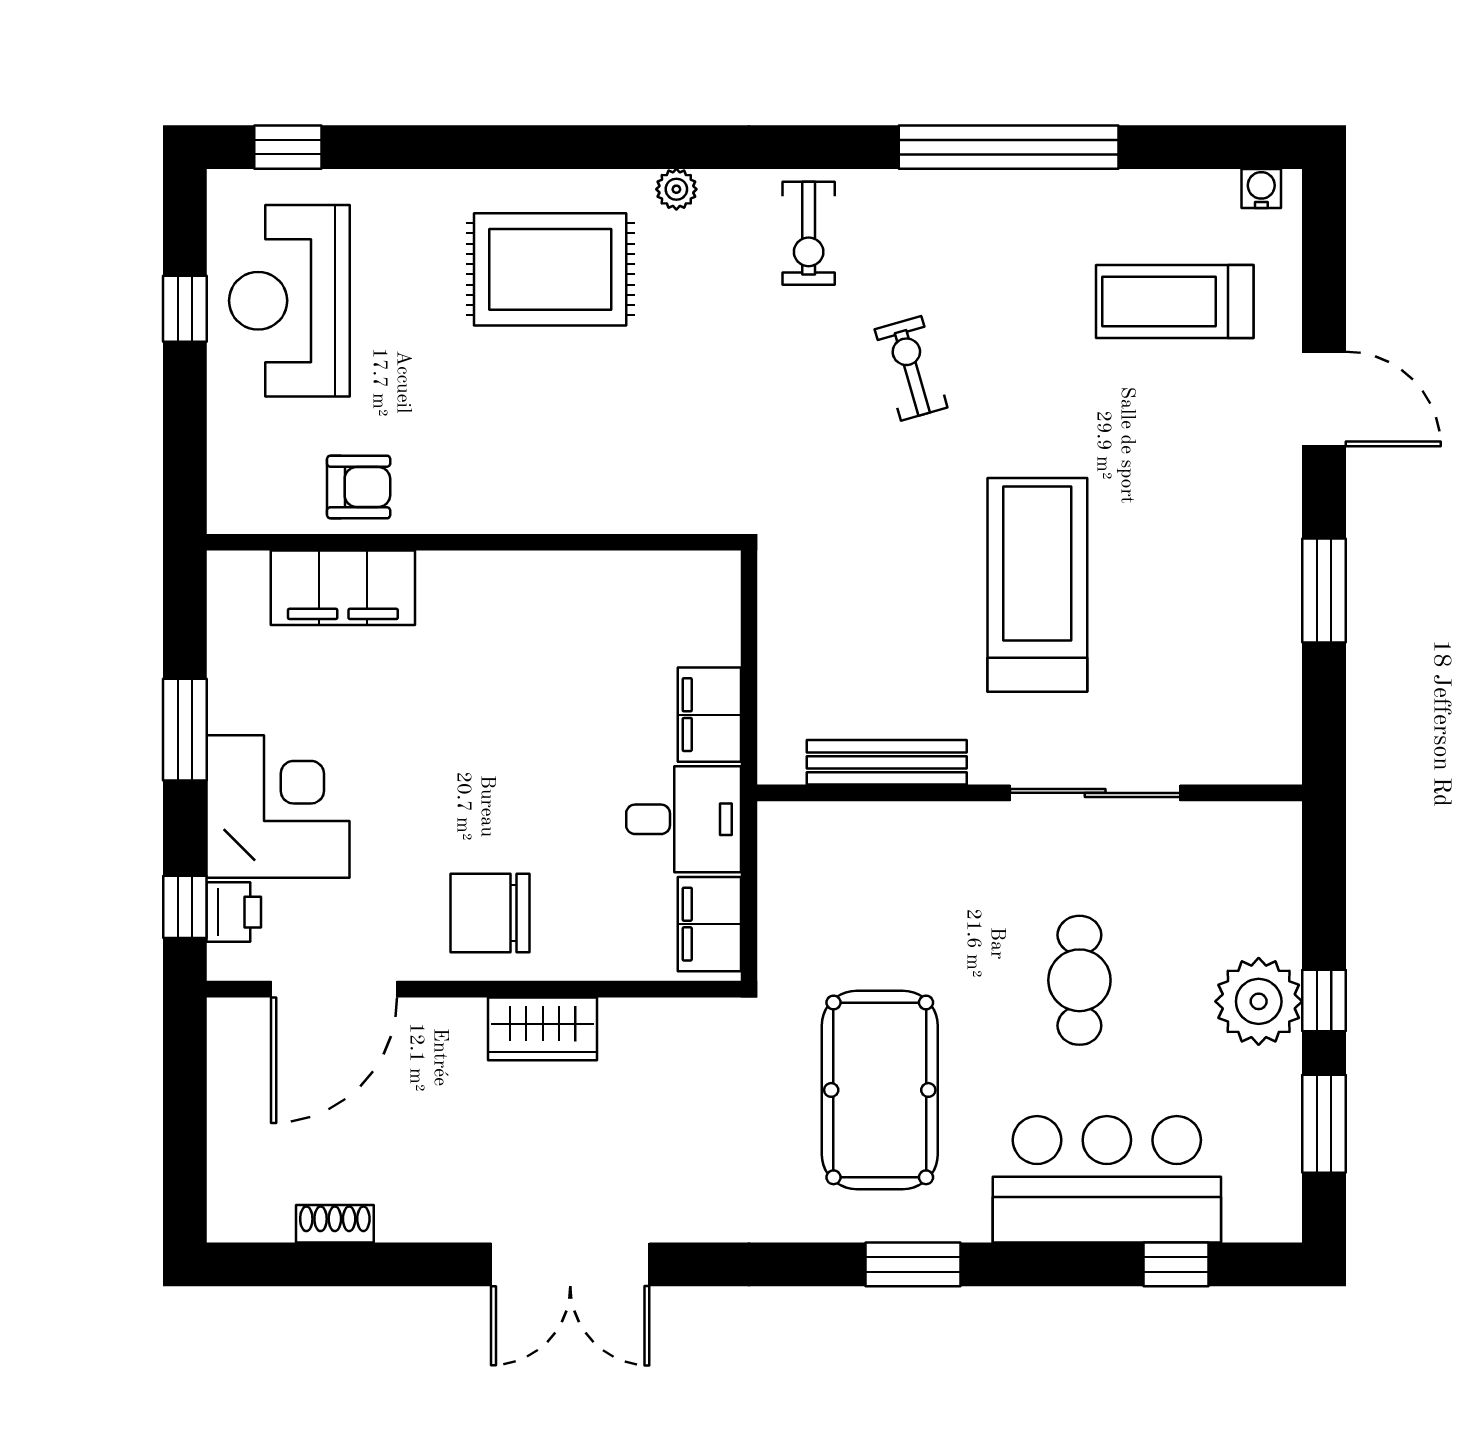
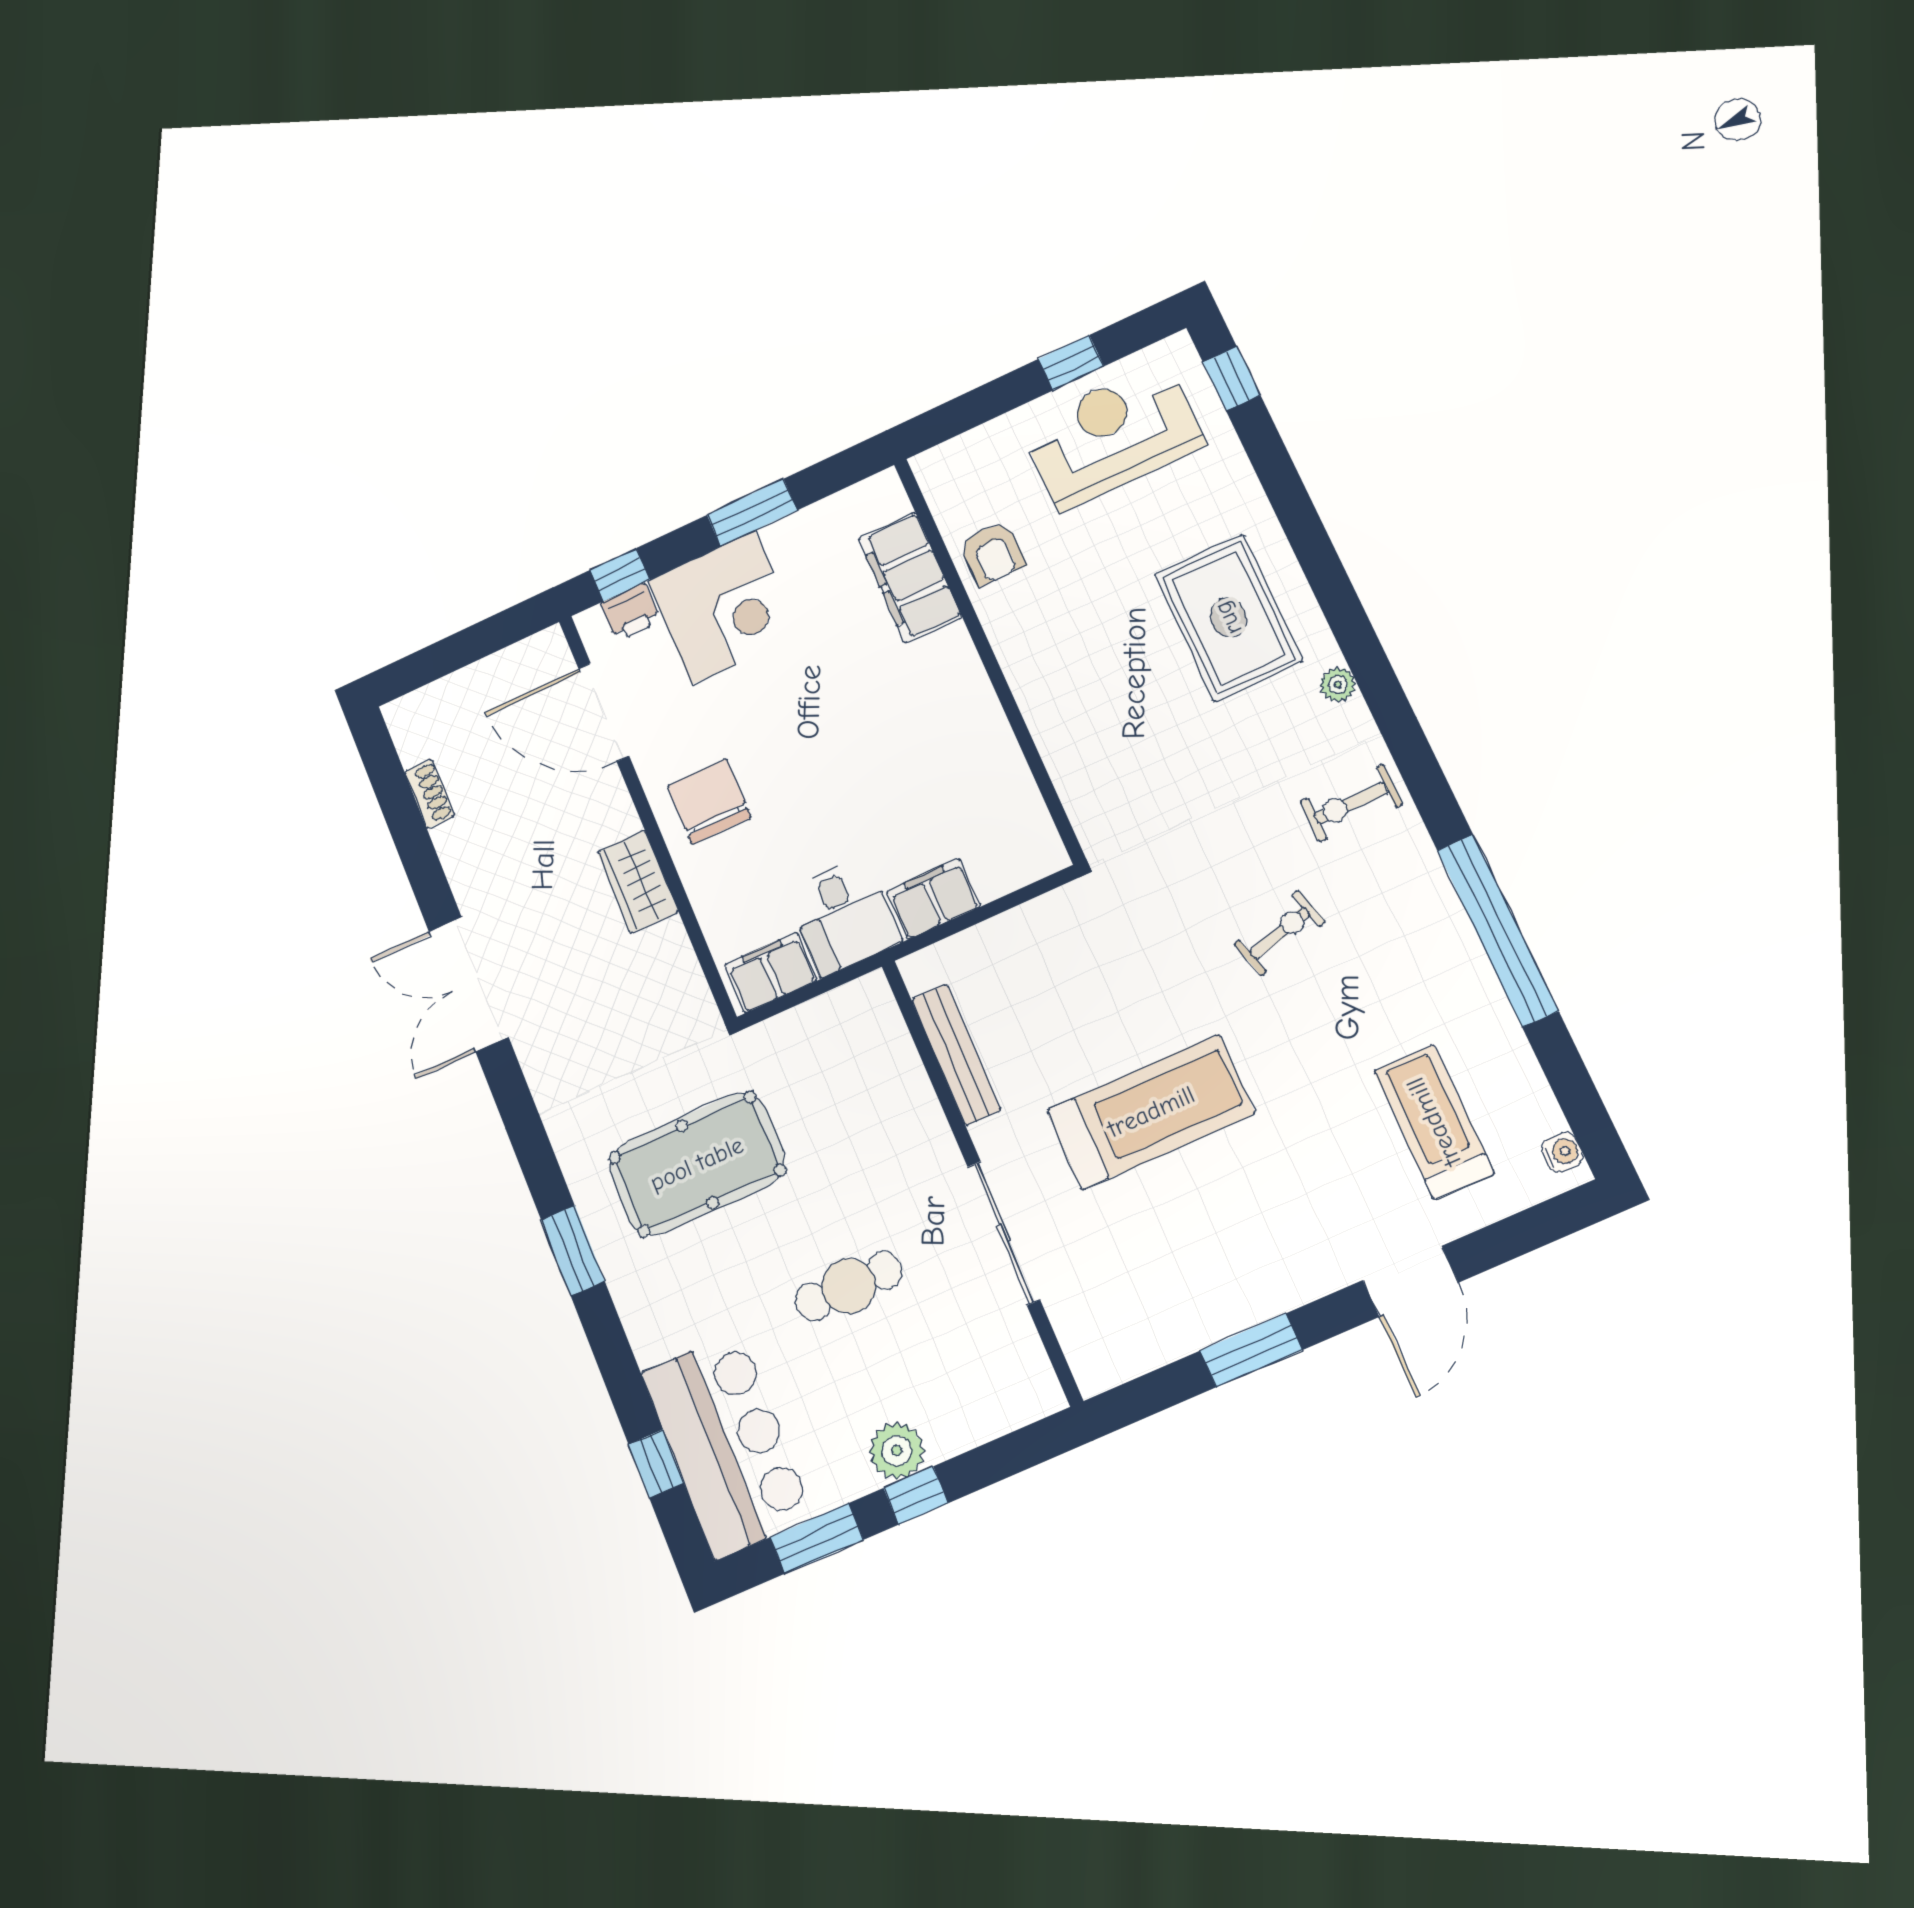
plant: (1259, 1001) -> (897, 1451), width x0.73, depth x0.73
bar counter: (1107, 1179) -> (727, 1445), moved

